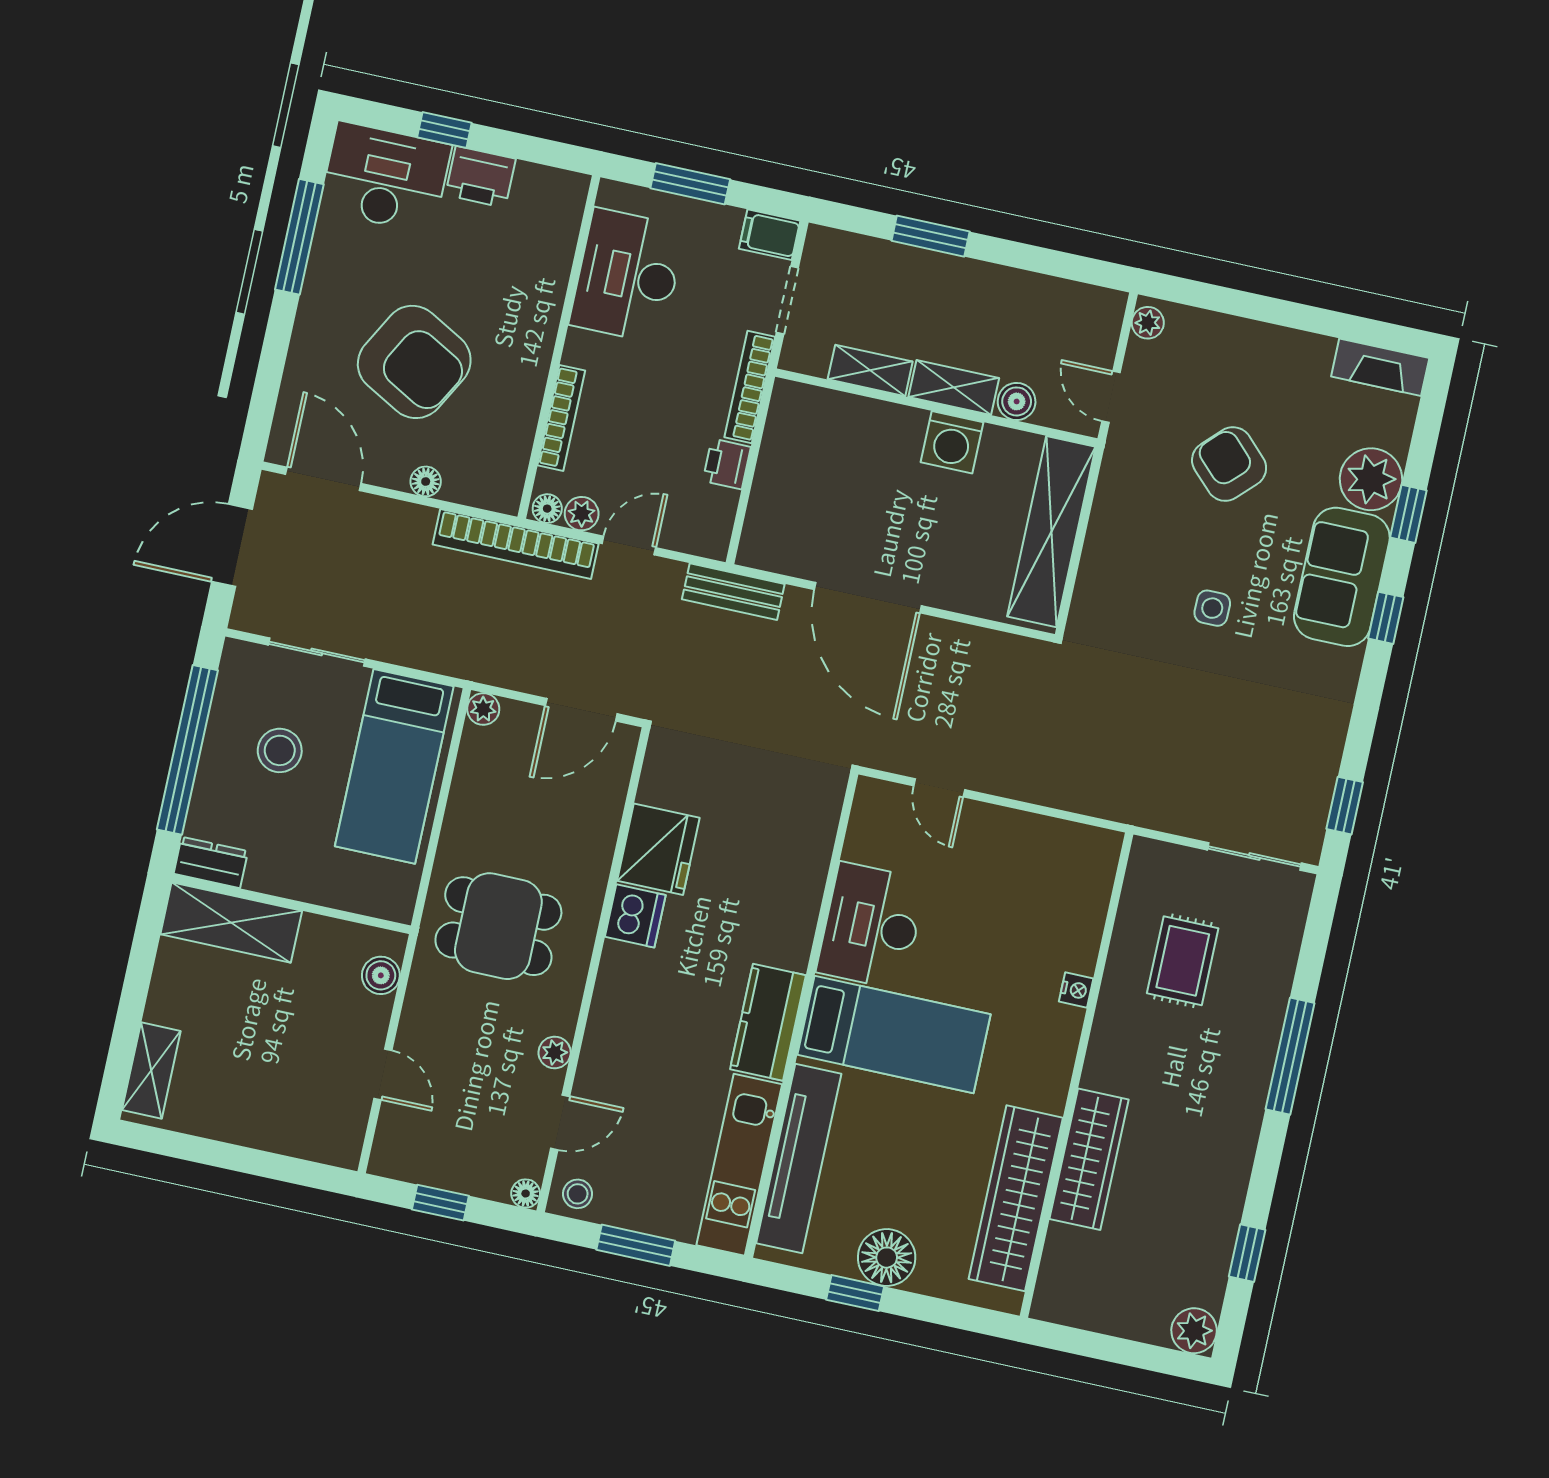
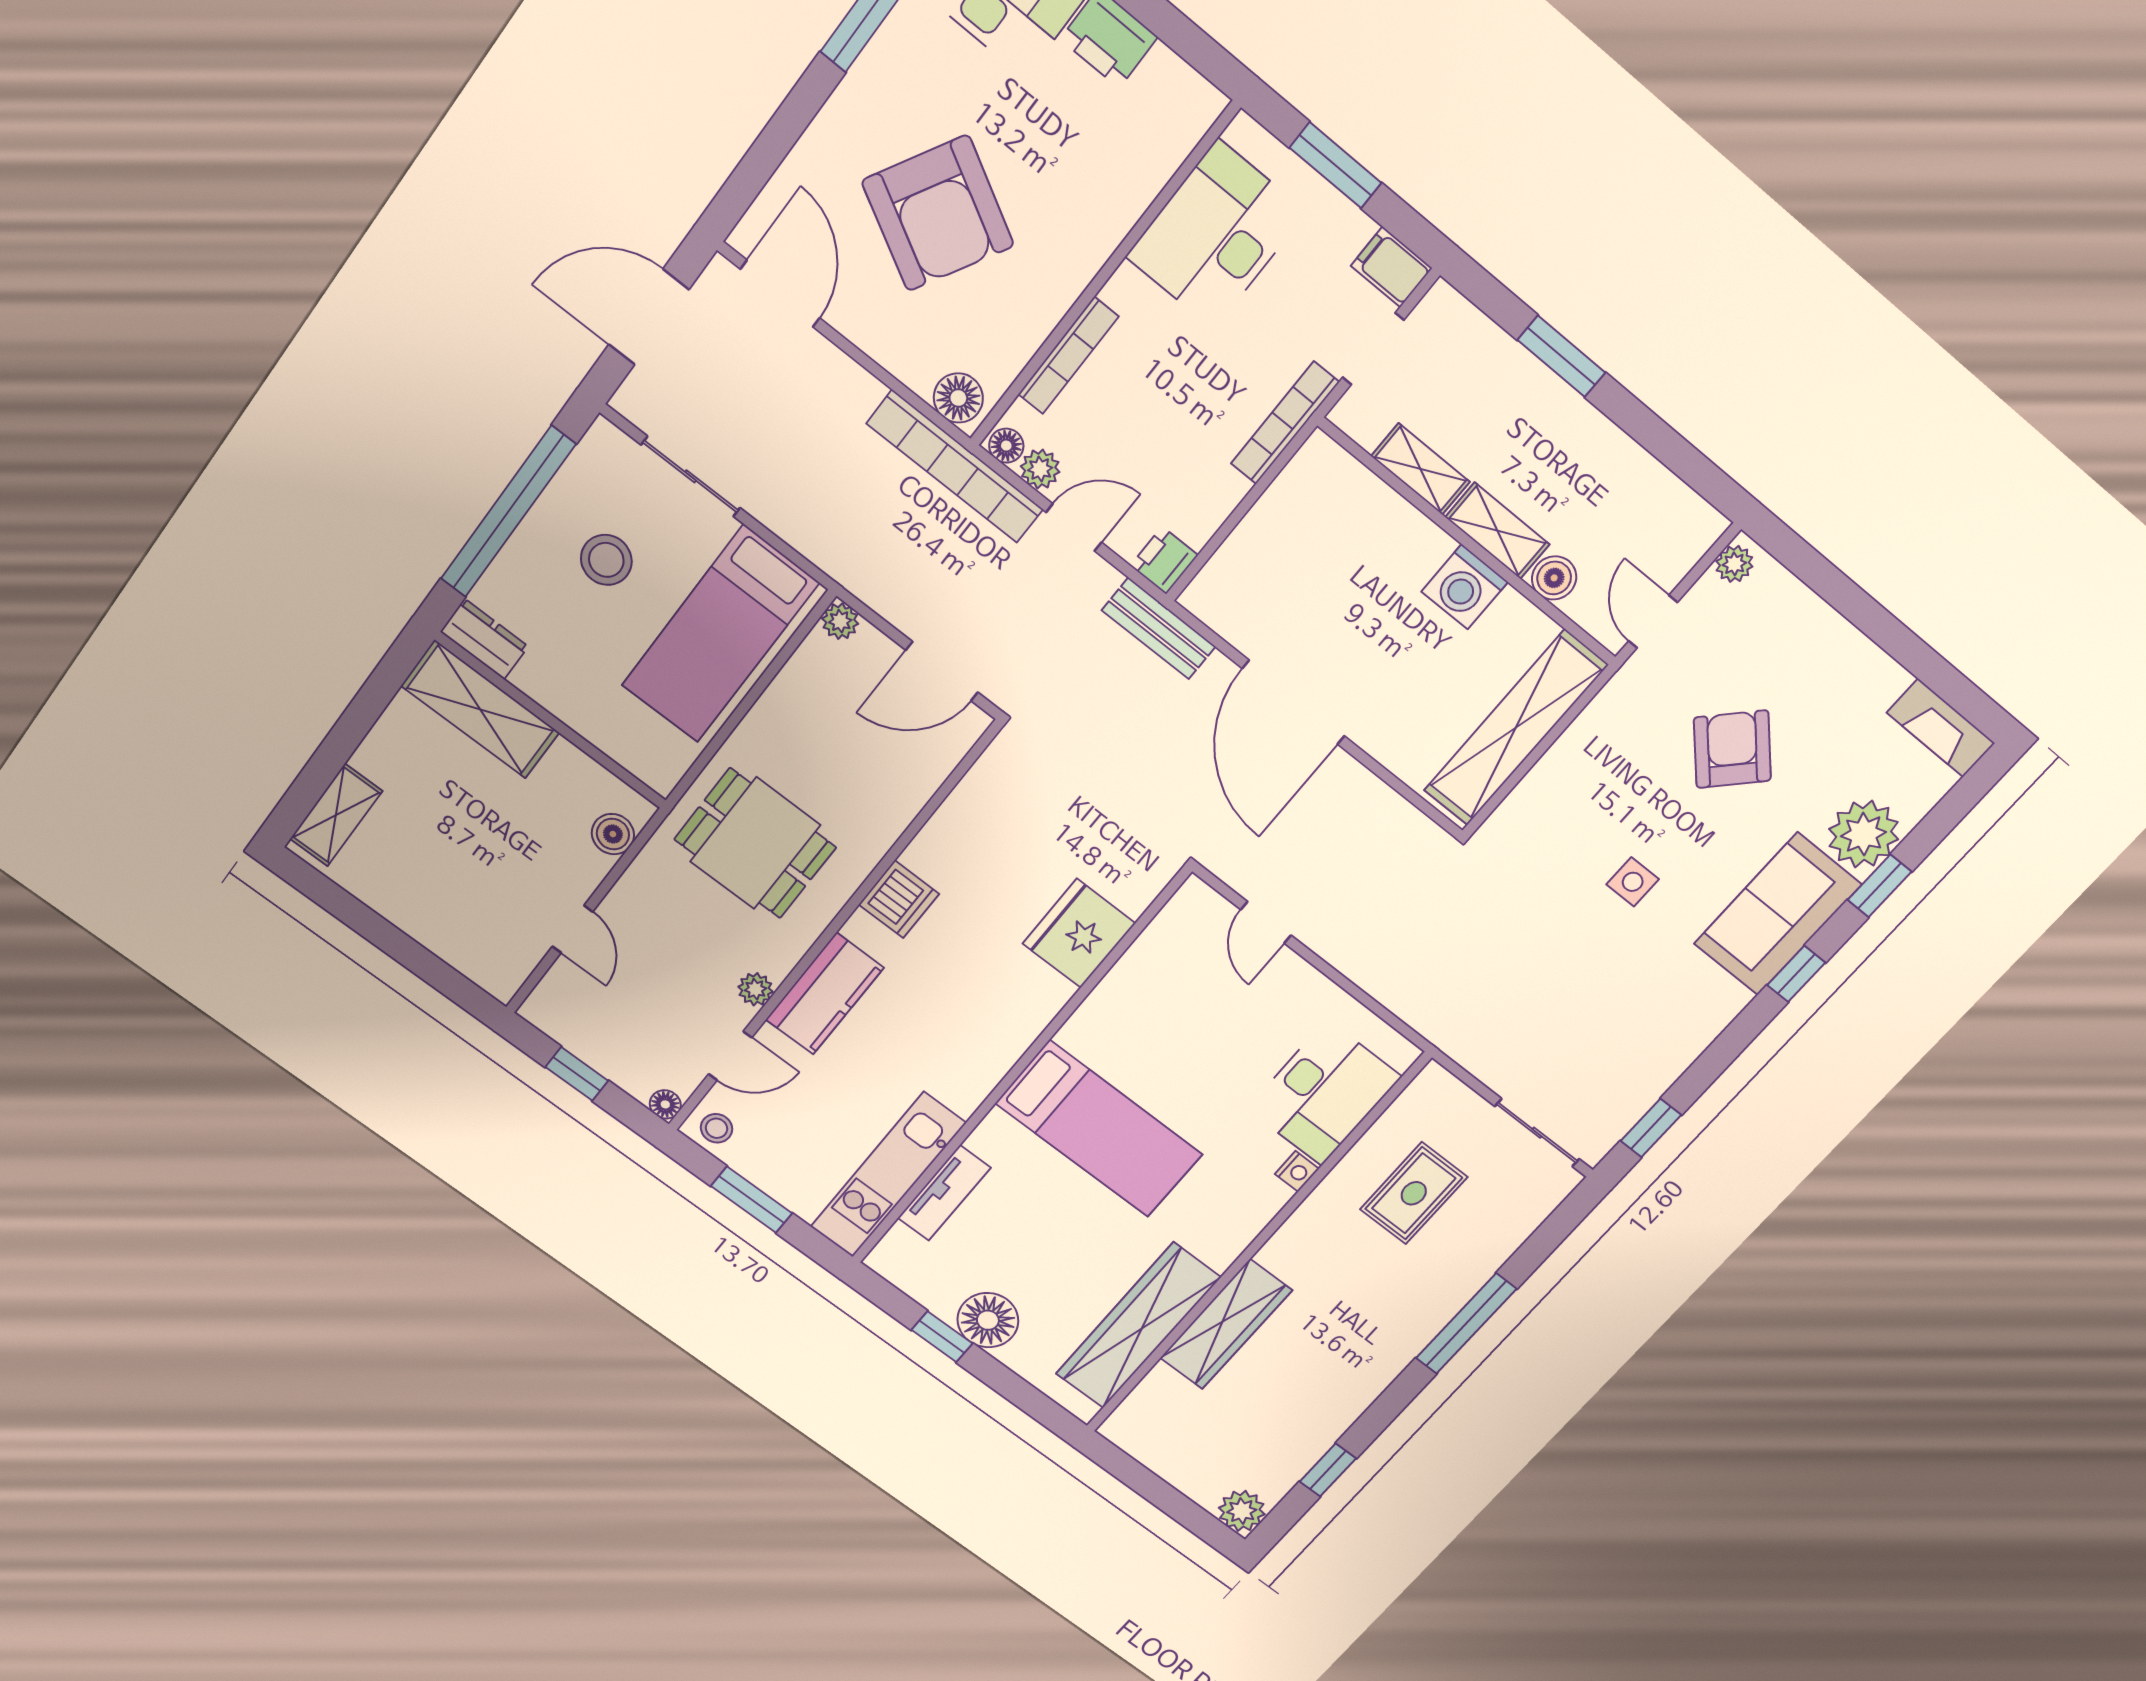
printer: (727, 464) -> (1164, 560), moved
floor lamp: (426, 481) -> (958, 398), moved, width x1.37, depth x1.37
fridge: (658, 849) -> (1079, 933), moved, turned 180
desk: (871, 926) -> (1324, 1093), moved, turned 180
kitchen counter: (768, 1022) -> (825, 994), moved, turned 180
tv unit: (799, 1159) -> (944, 1193), width x0.52, depth x0.78

